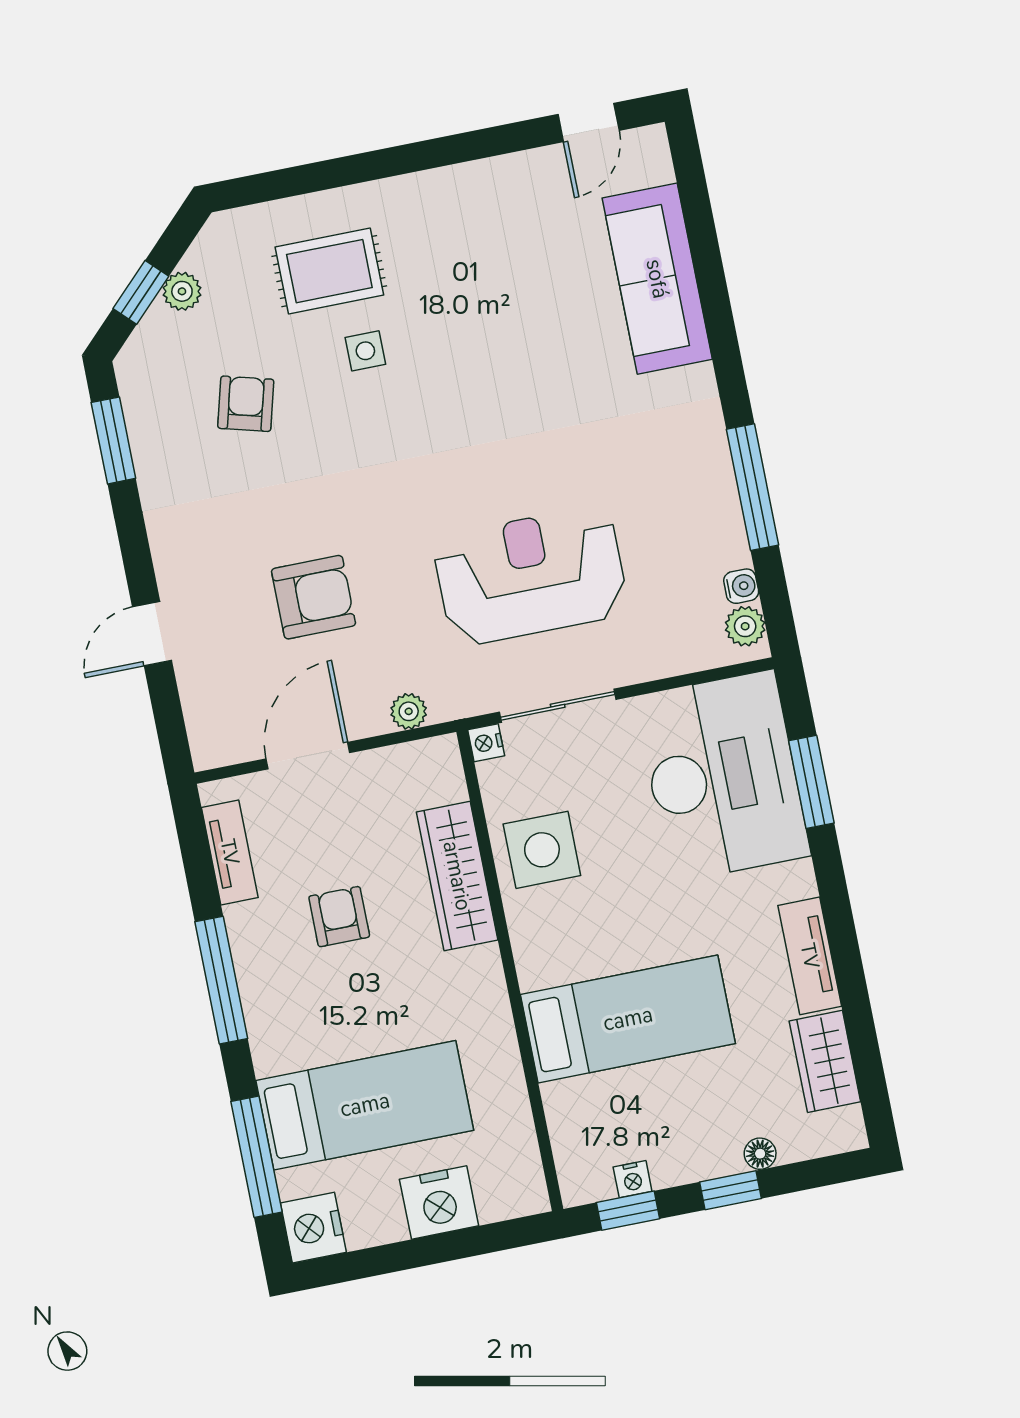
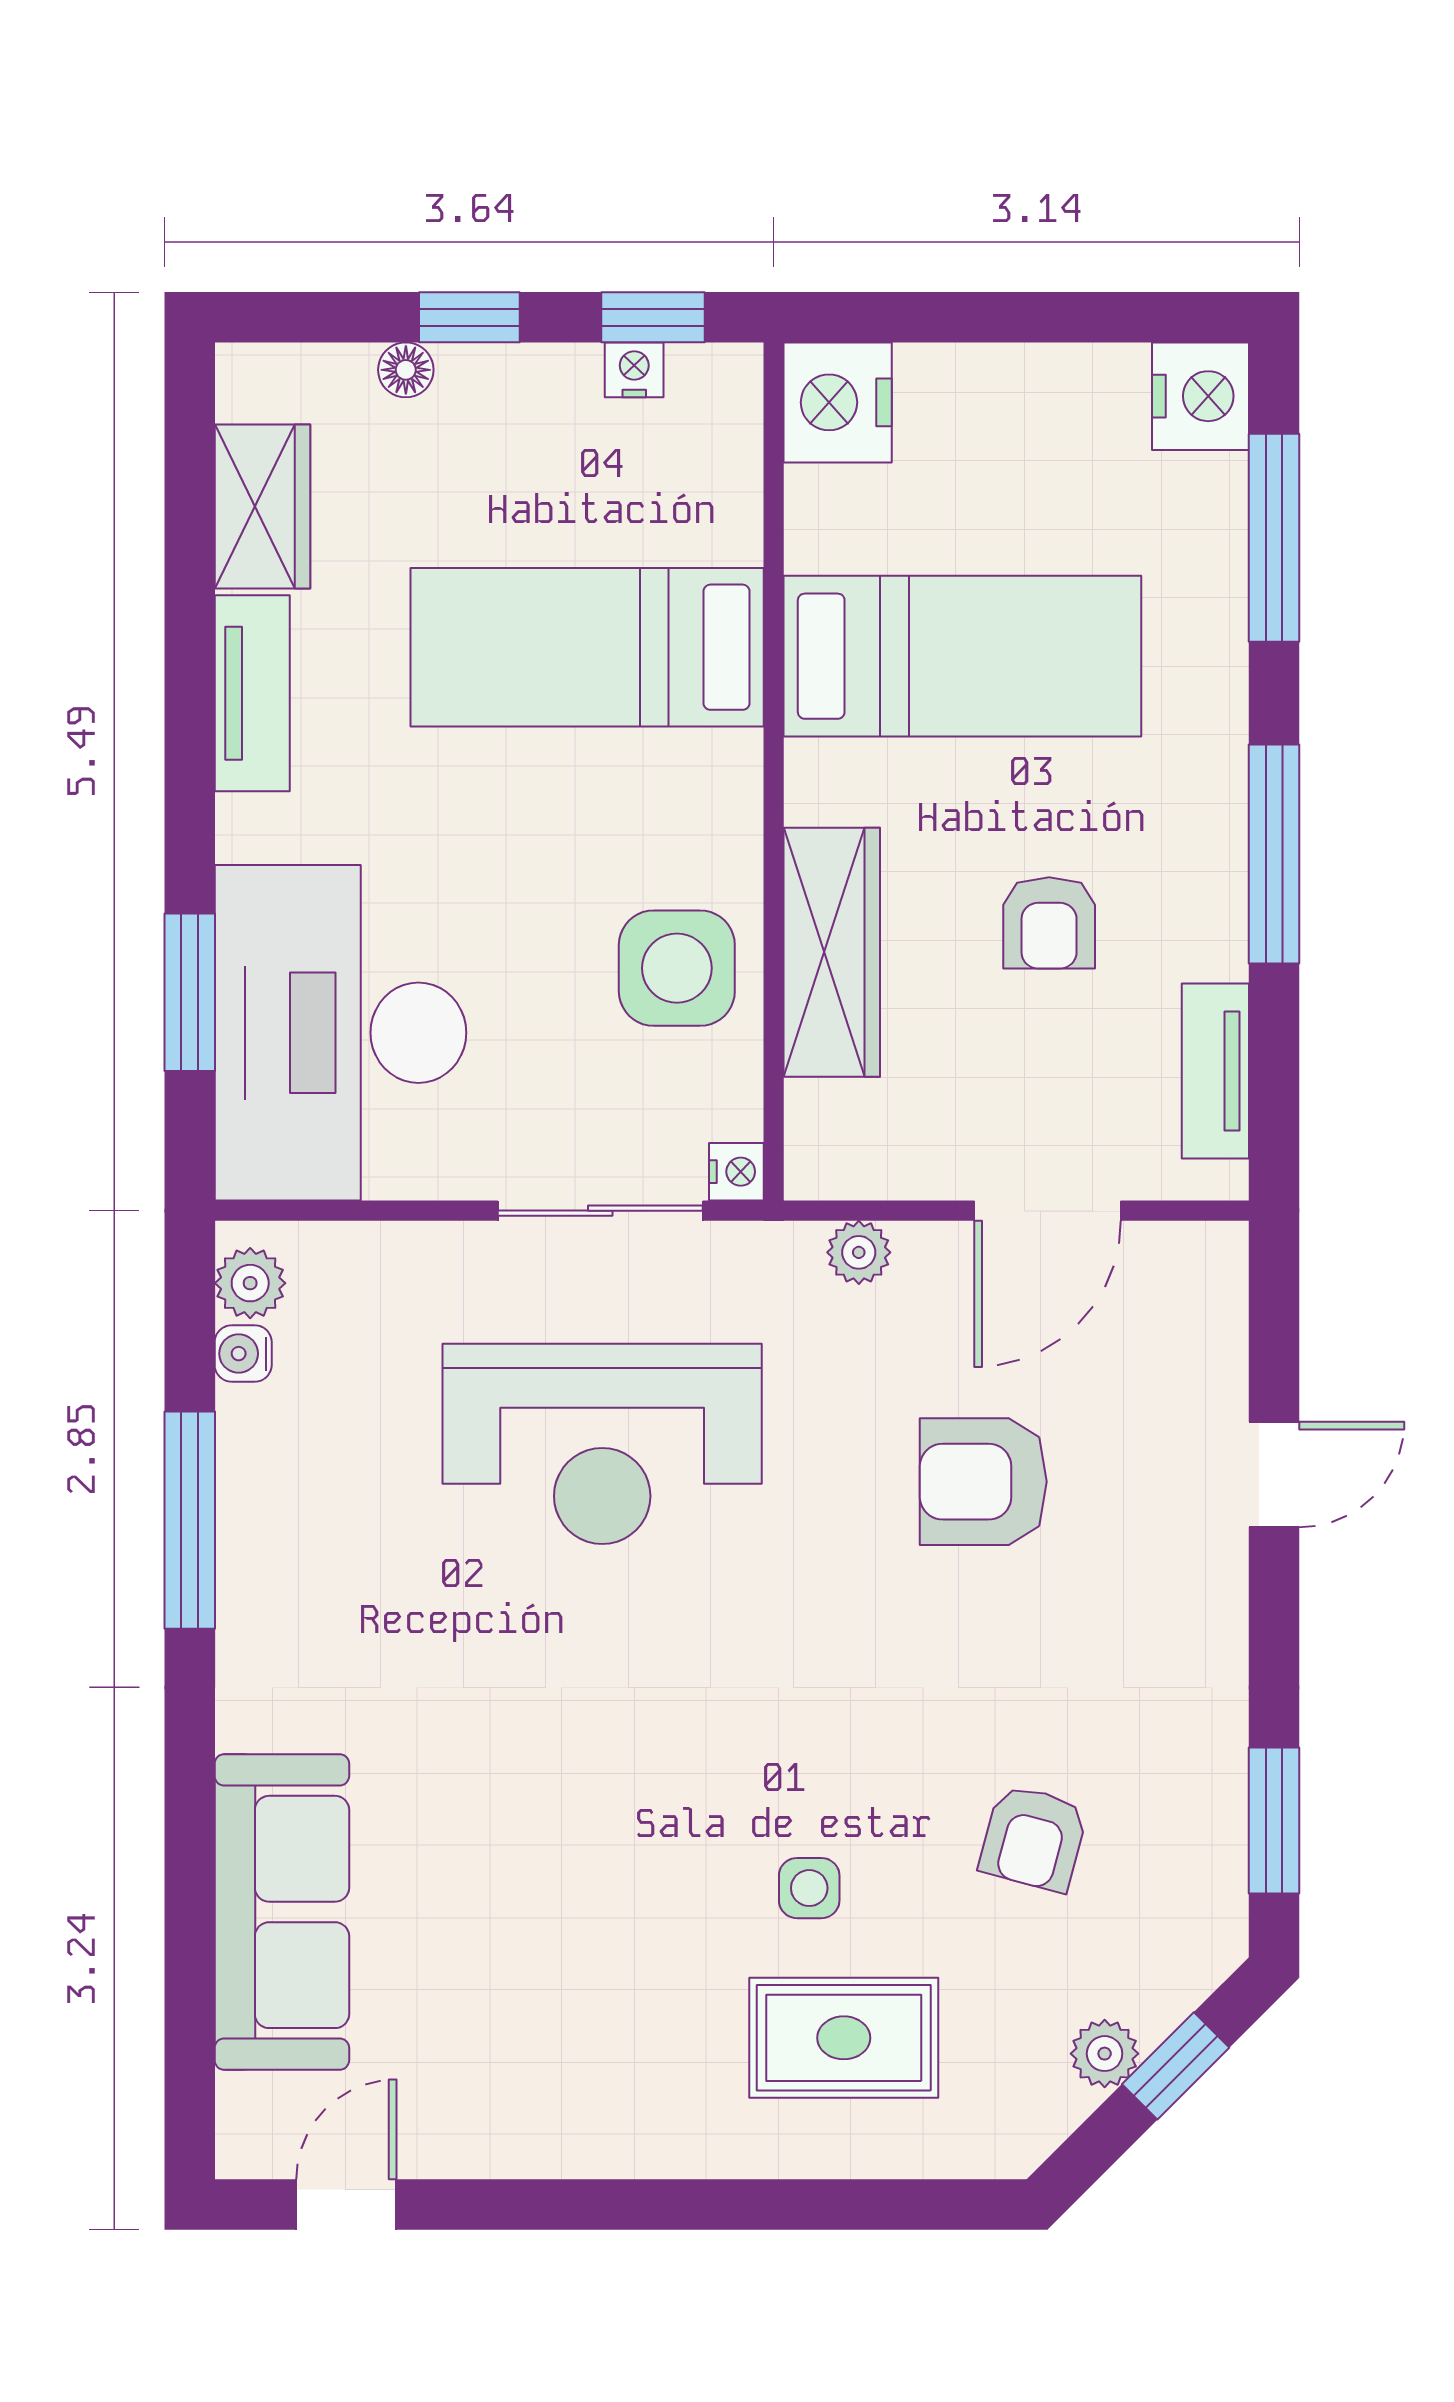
bed: (365, 1105) -> (962, 656), moved, turned 180
nightstand: (439, 1203) -> (838, 402), moved, turned -90

